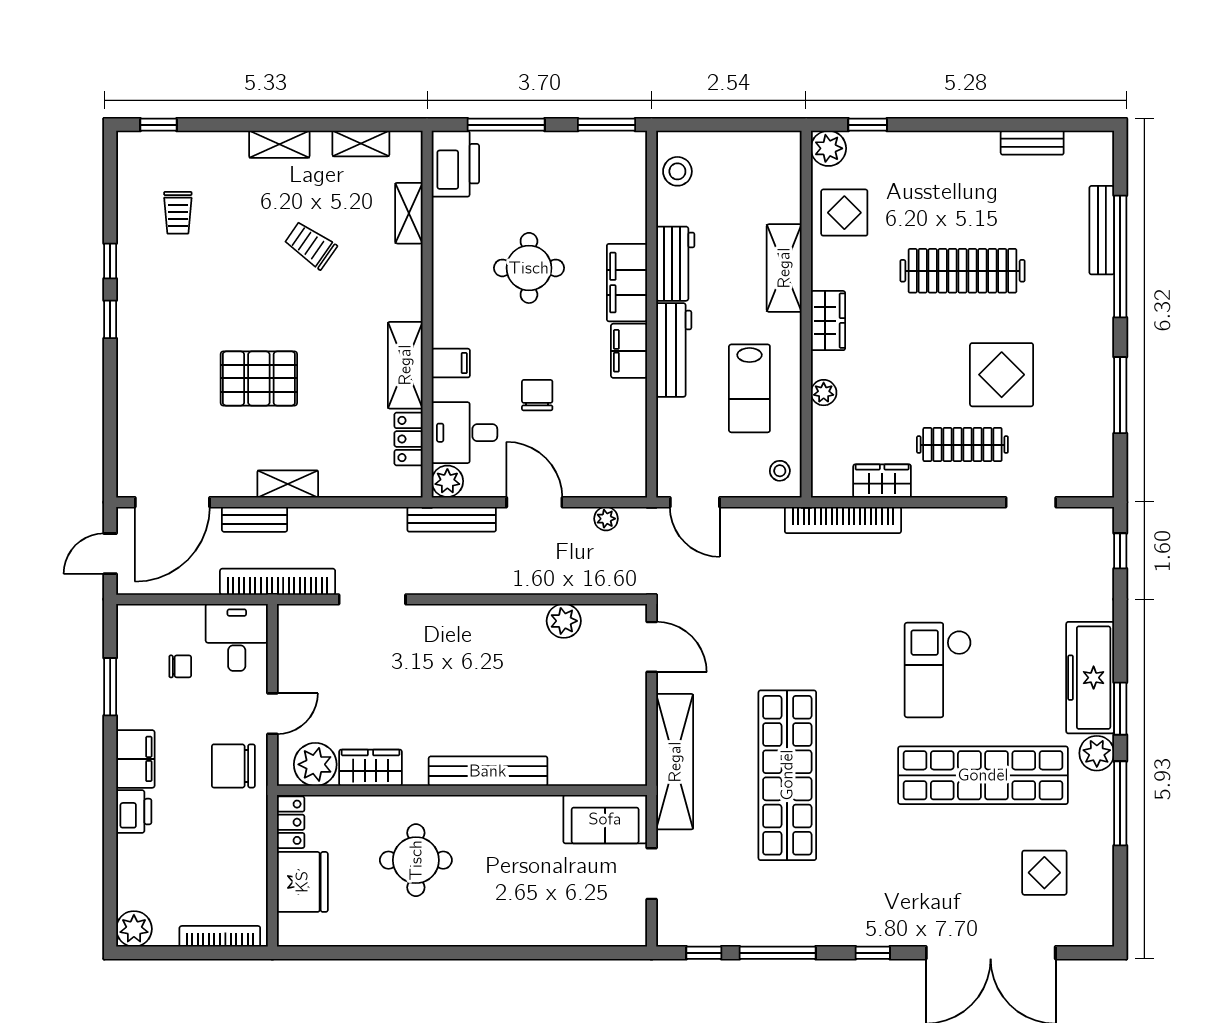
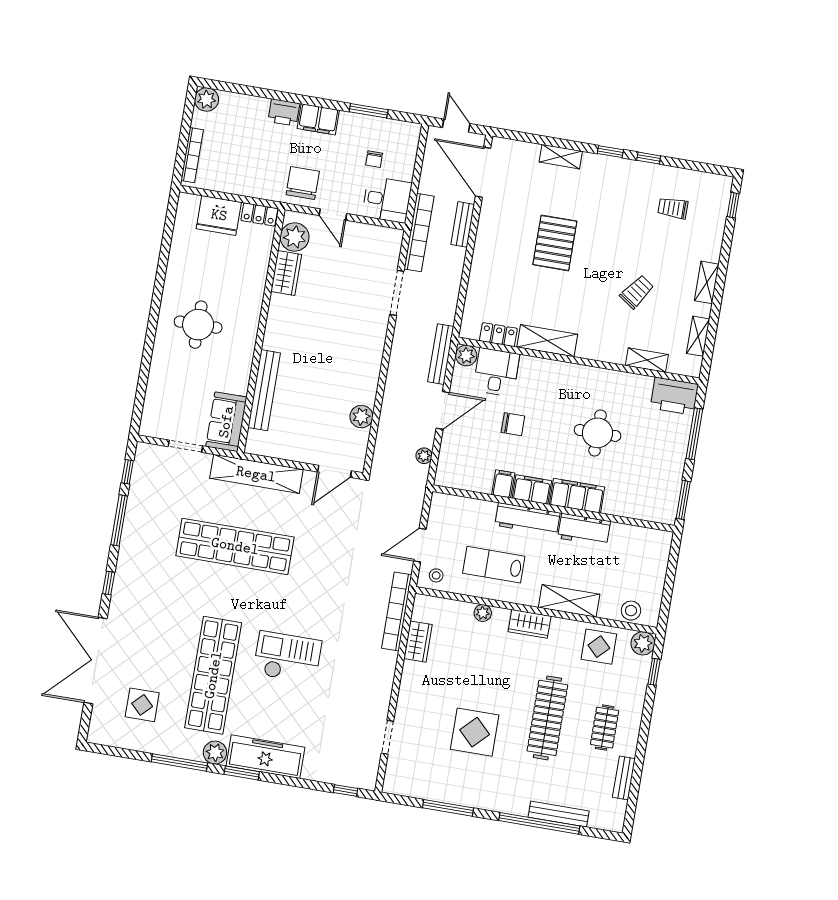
stool: (677, 171) -> (631, 611), moved
filing cabinet: (451, 363) -> (503, 484), moved, turned 180
clothes rail: (962, 445) -> (605, 728), moved, width x0.73
shelving: (288, 484) -> (561, 157), moved, turned 90
door: (695, 502) -> (420, 545), moved
bench: (488, 771) -> (264, 390), moved
round table: (416, 860) -> (198, 325), moved

